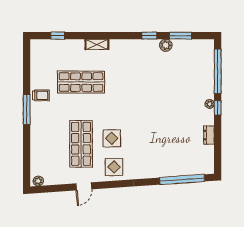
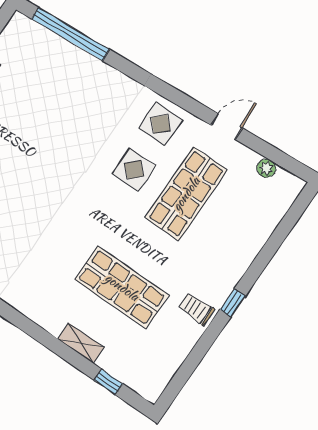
shelving: (97, 44) -> (81, 343), moved
window: (27, 109) -> (233, 303), width x0.46
plant: (38, 181) -> (266, 168), moved

